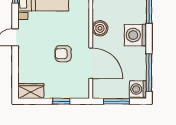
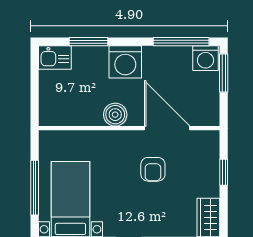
door: (91, 63) -> (167, 128), hinge flipped
window: (116, 101) -> (224, 73), moved

